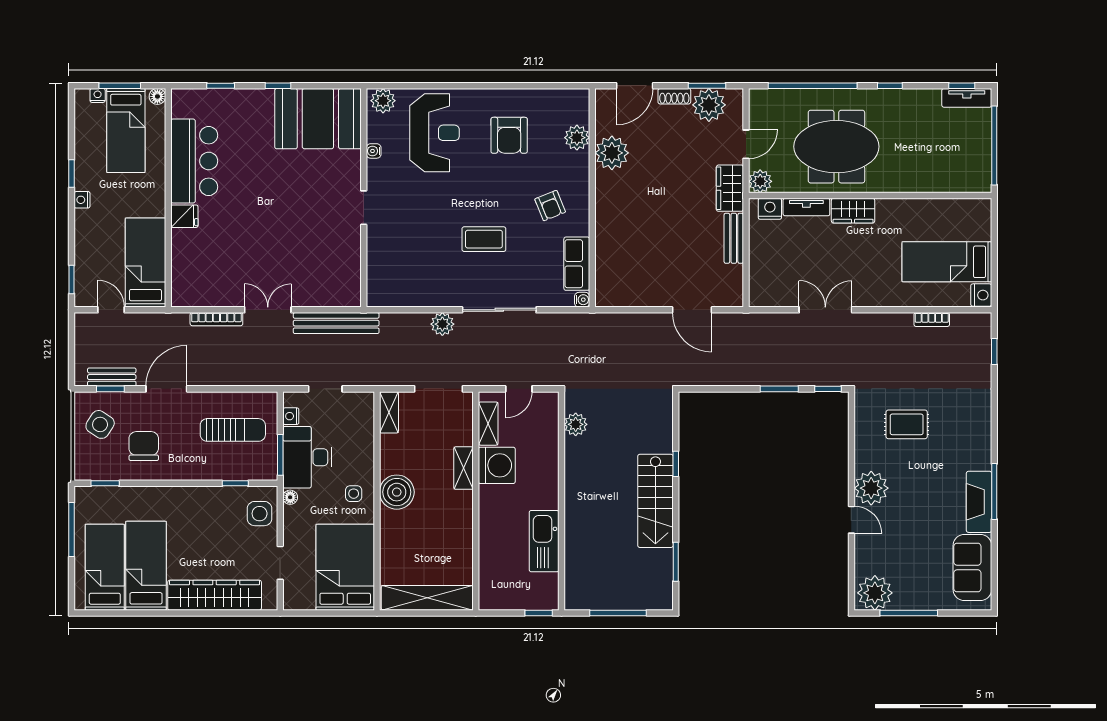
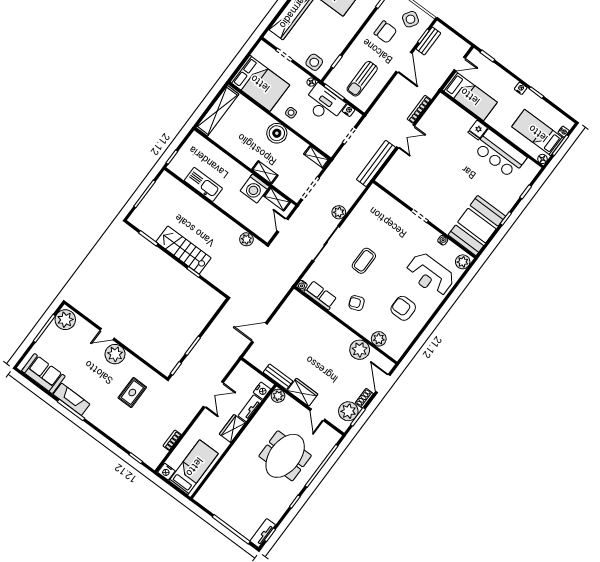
plant: (760, 181) -> (278, 396), moved
wall: (870, 196) -> (233, 442), moved
tv unit: (806, 207) -> (250, 408), moved
nightstand: (770, 209) -> (262, 391), moved
wardrobe: (853, 211) -> (232, 429), moved

